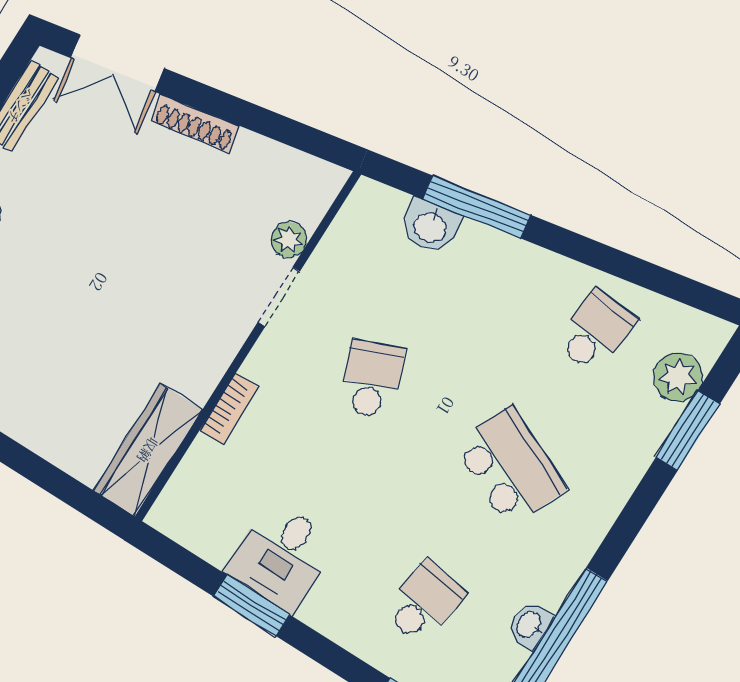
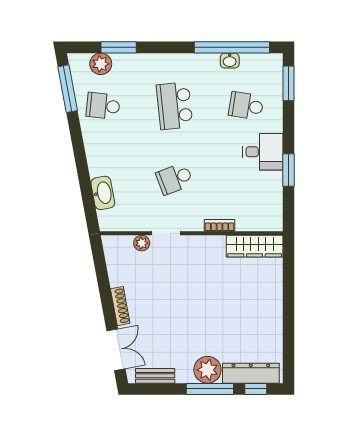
window: (477, 207) -> (68, 89), moved
washbasin: (431, 226) -> (103, 193), width x1.38
school desk: (510, 467) -> (175, 106), turned -30
desk: (281, 556) -> (263, 152), moved

